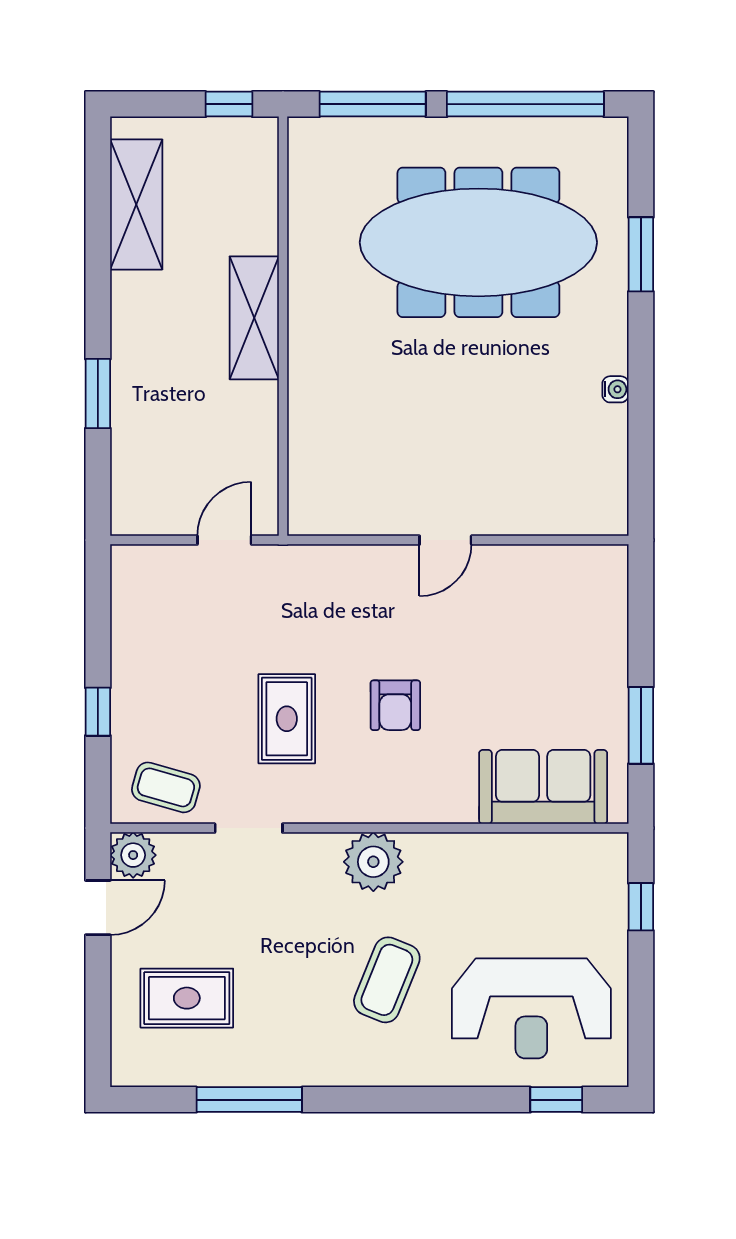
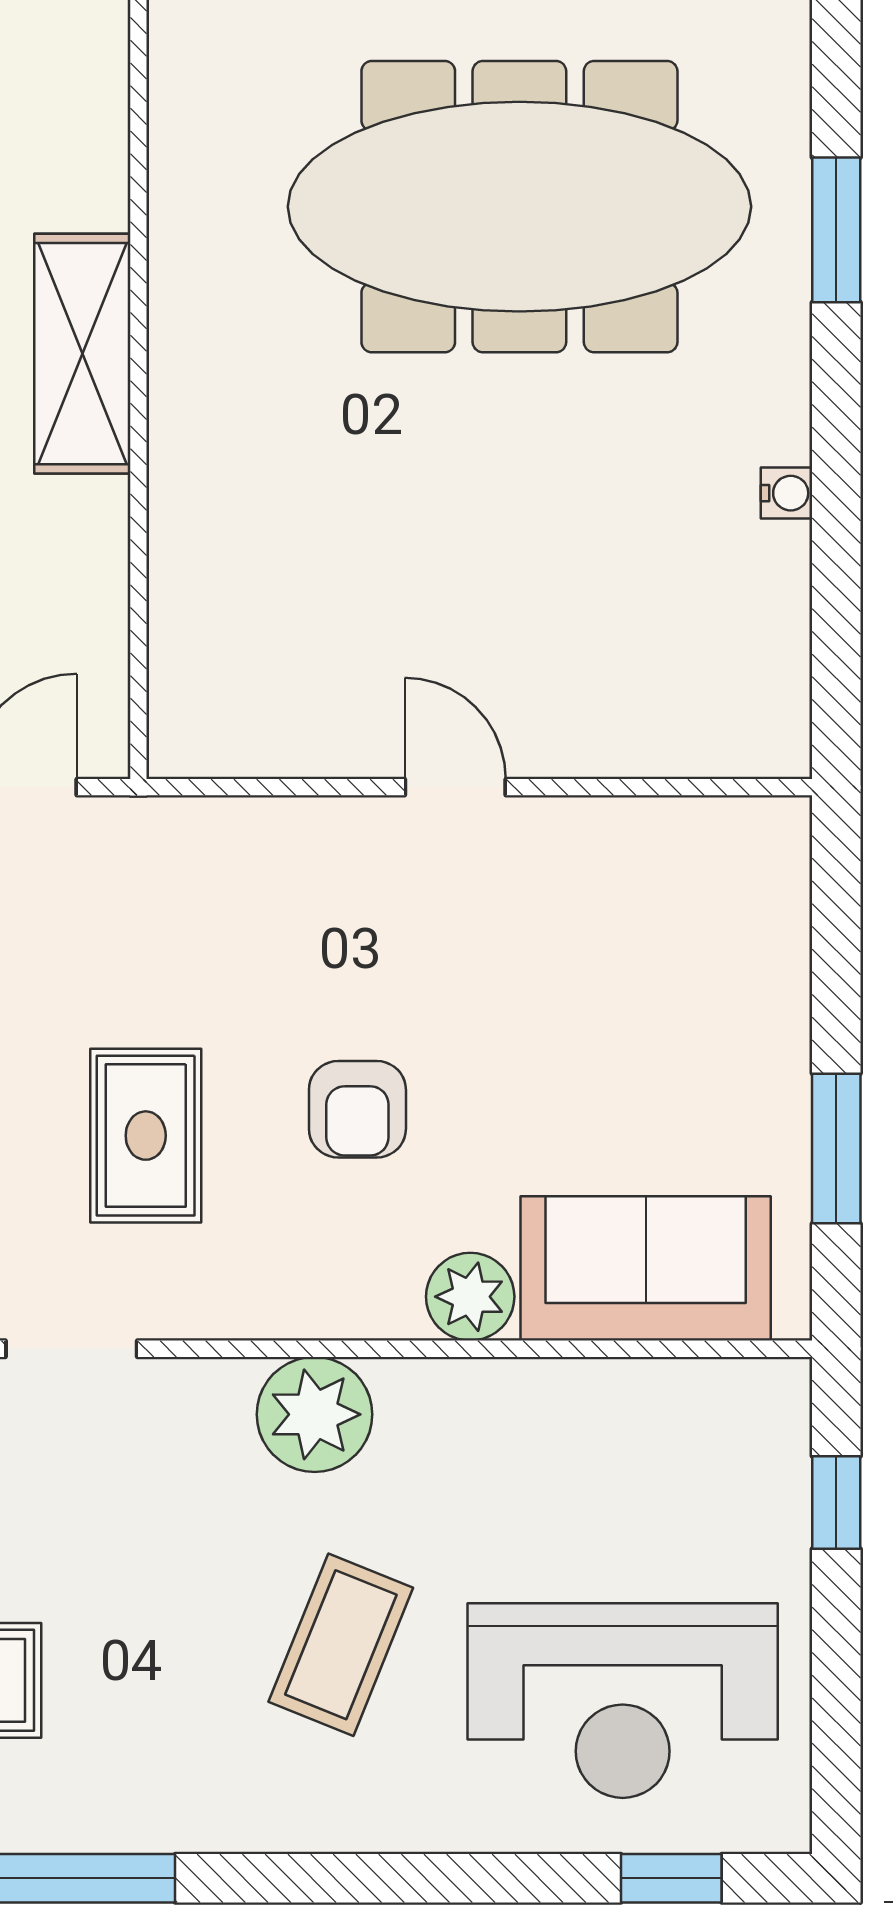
door: (445, 540) -> (455, 787), swing flipped
plant: (453, 801) -> (470, 1297), added

